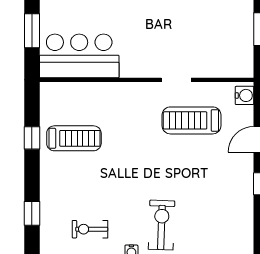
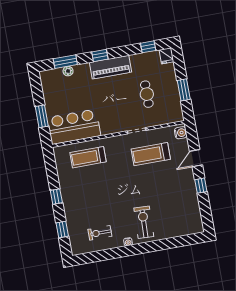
cafe table: (202, 25) -> (147, 94), added
window: (32, 138) -> (56, 197), moved
treadmill: (74, 138) -> (88, 157), moved, turned 180

